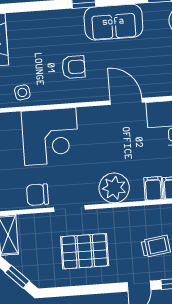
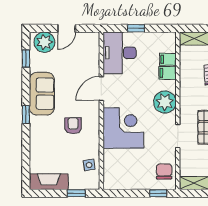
corner desk: (50, 137) -> (123, 128), moved
chair: (38, 195) -> (164, 171), moved, turned 180

